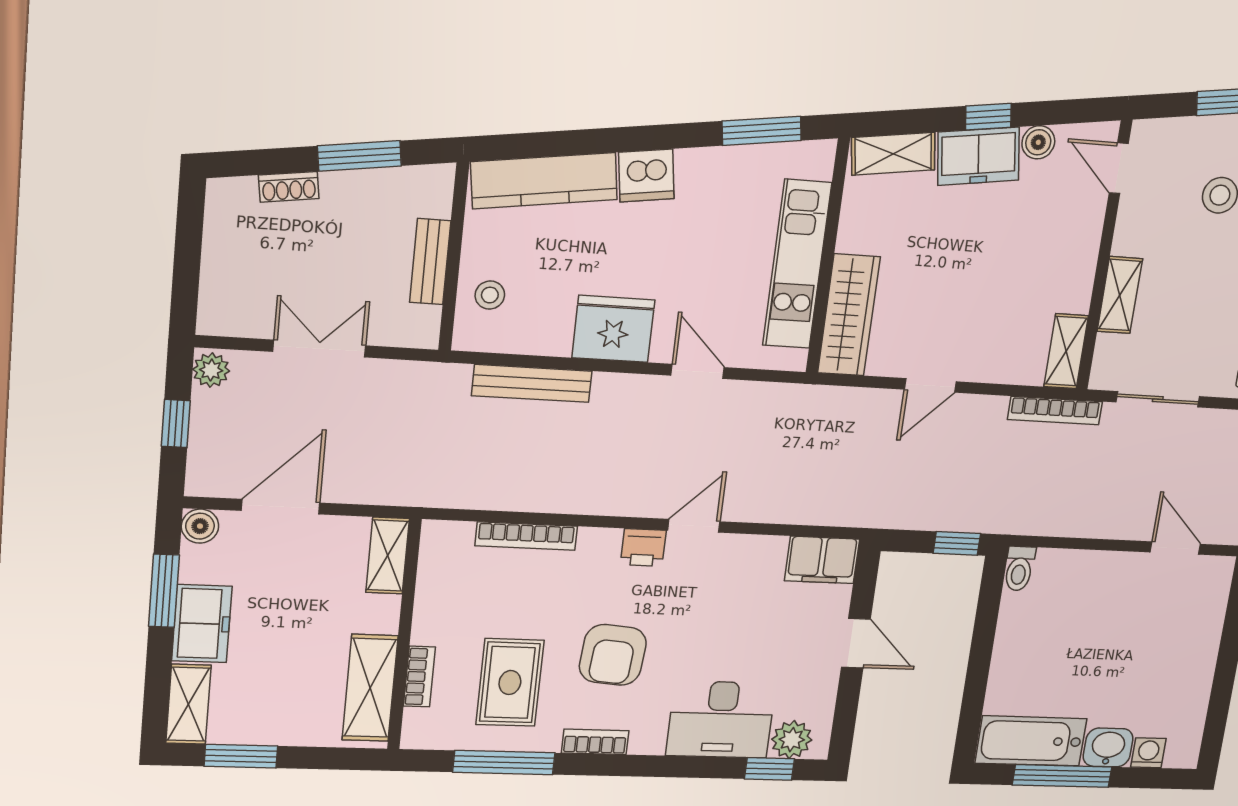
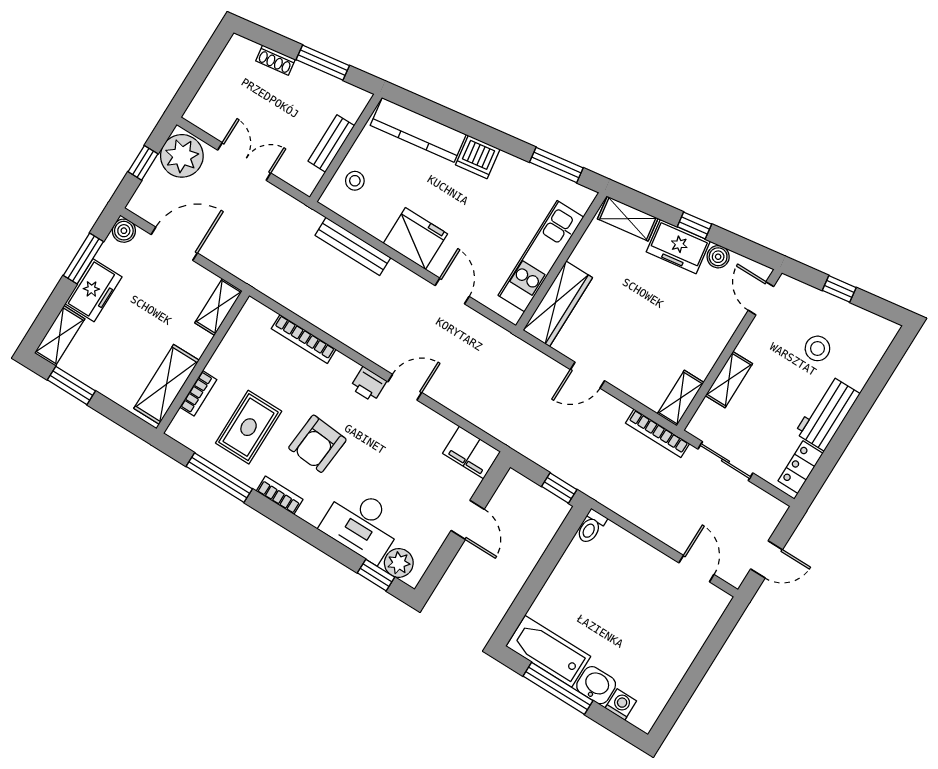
plant: (211, 370) -> (182, 156), width x1.88, depth x1.88

